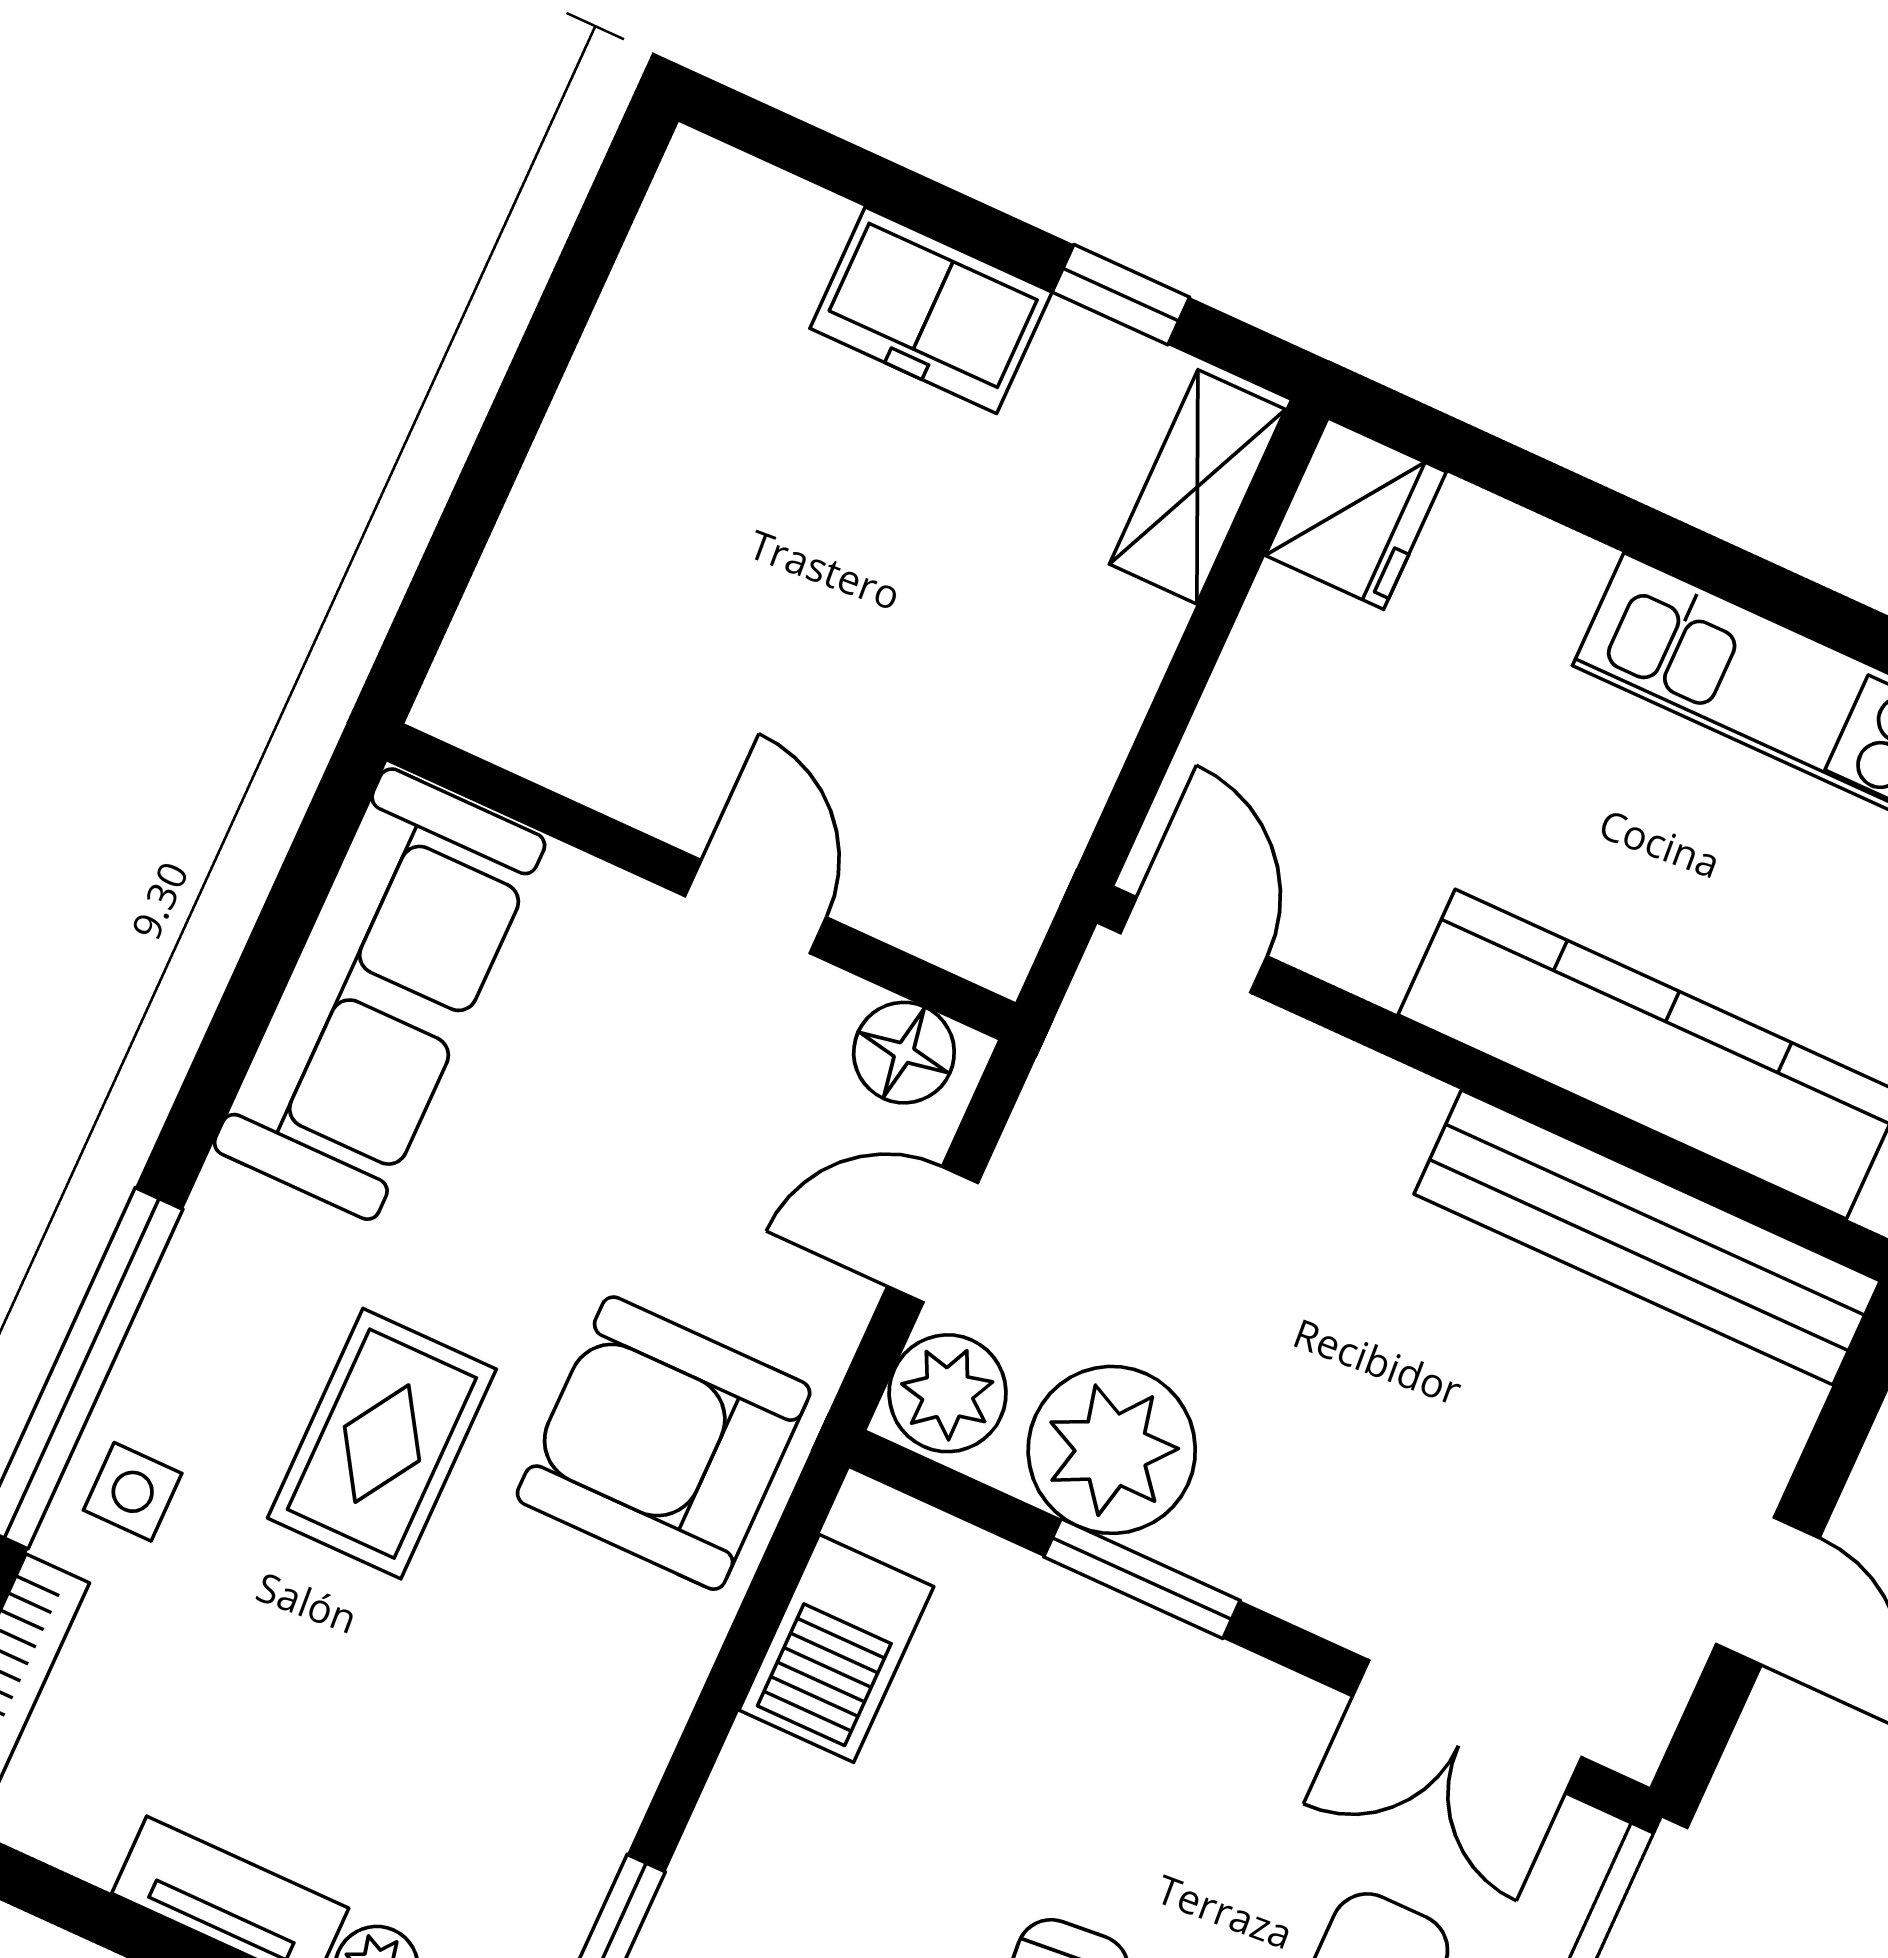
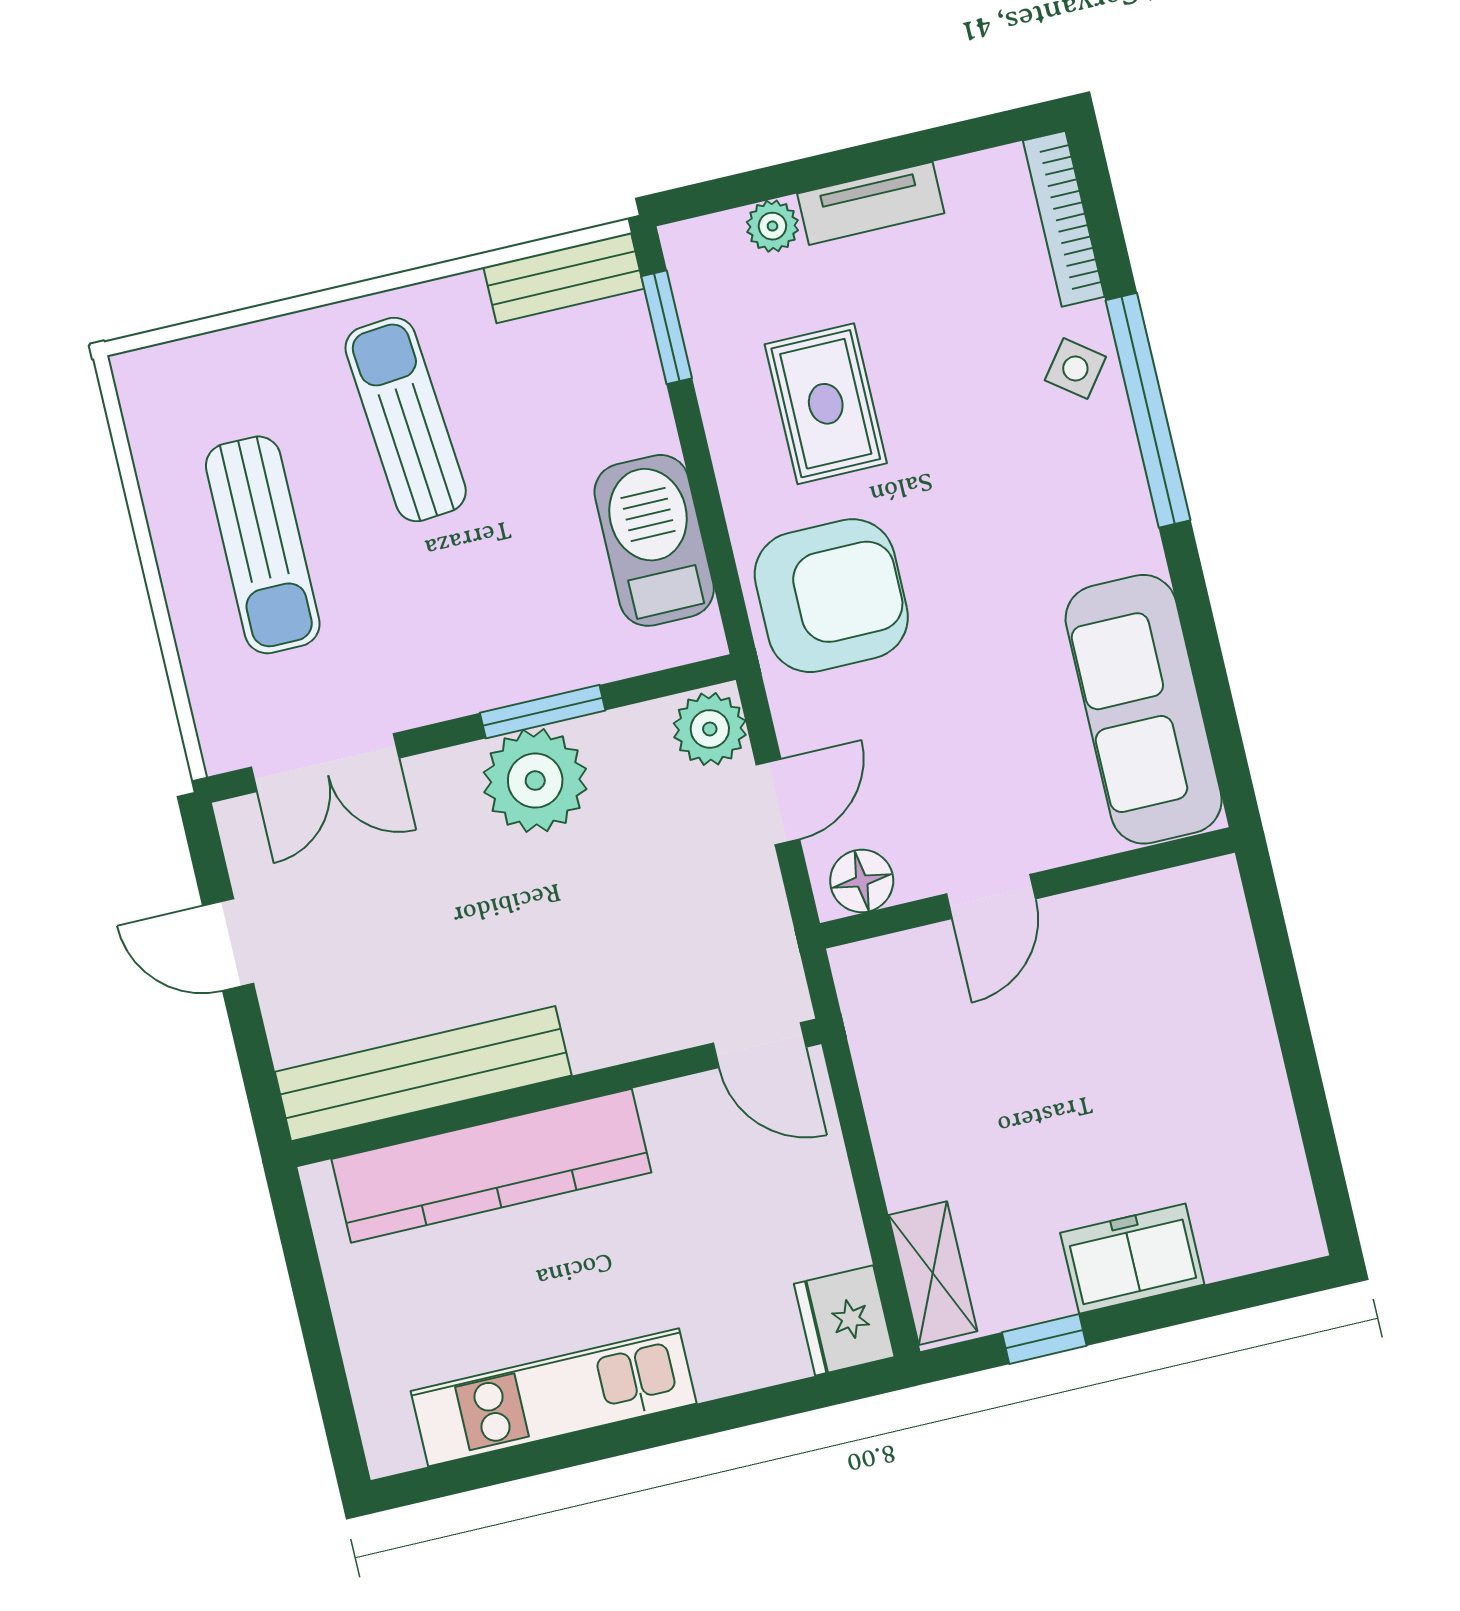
door: (756, 907) -> (991, 896), hinge flipped
rug: (382, 1444) -> (826, 404), moved
plant: (1112, 1450) -> (535, 781), moved
side table: (133, 1492) -> (1075, 369), turned 37
barbecue: (836, 1648) -> (654, 540), width x1.37, depth x1.21
double door: (1467, 1727) -> (325, 763), swing flipped

